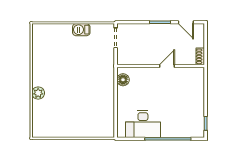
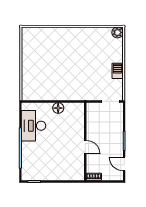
door: (186, 22) -> (124, 164), hinge flipped
floor lamp: (123, 80) -> (58, 108), moved
plant: (38, 93) -> (118, 32), moved

